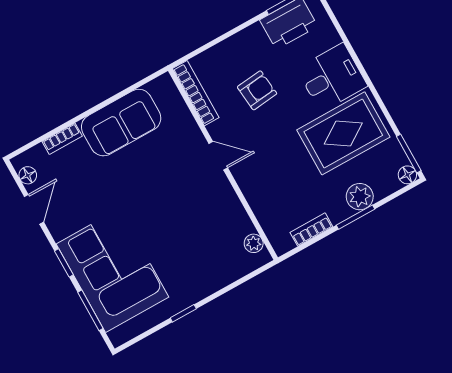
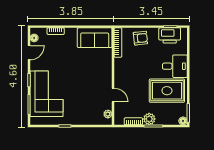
armchair: (257, 90) -> (140, 38), moved
sofa: (121, 123) -> (95, 38), moved
door: (218, 156) -> (113, 95), moved
plant: (360, 197) -> (149, 119), moved

